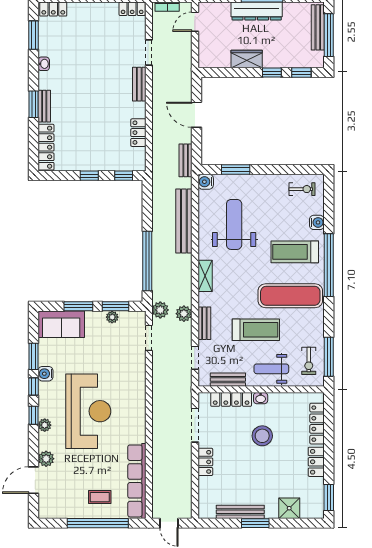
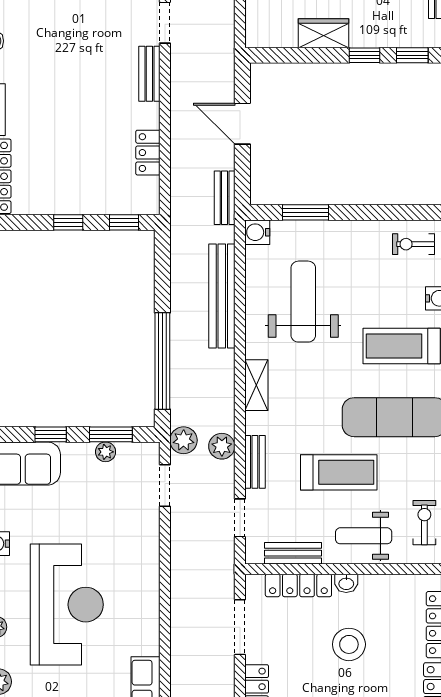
exercise bike: (302, 189) -> (414, 244), turned 180
window: (78, 306) -> (51, 434), width x0.67
exercise bike: (309, 361) -> (424, 523), turned 180

